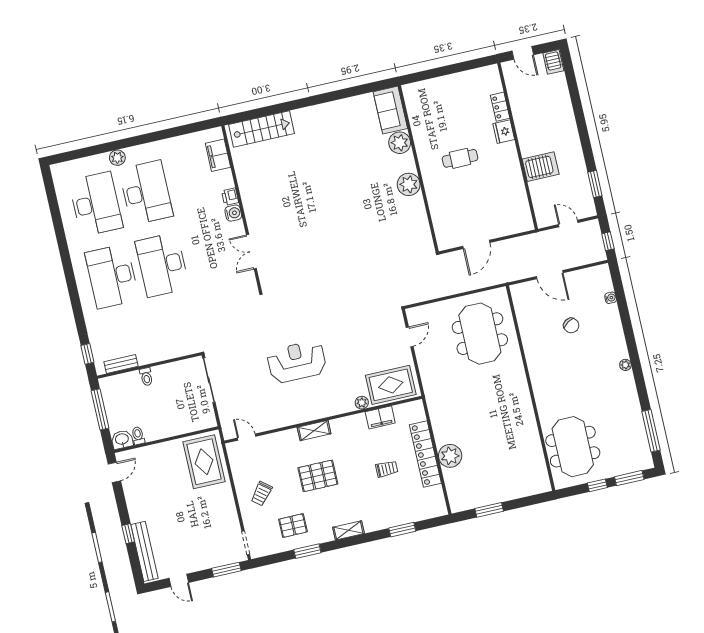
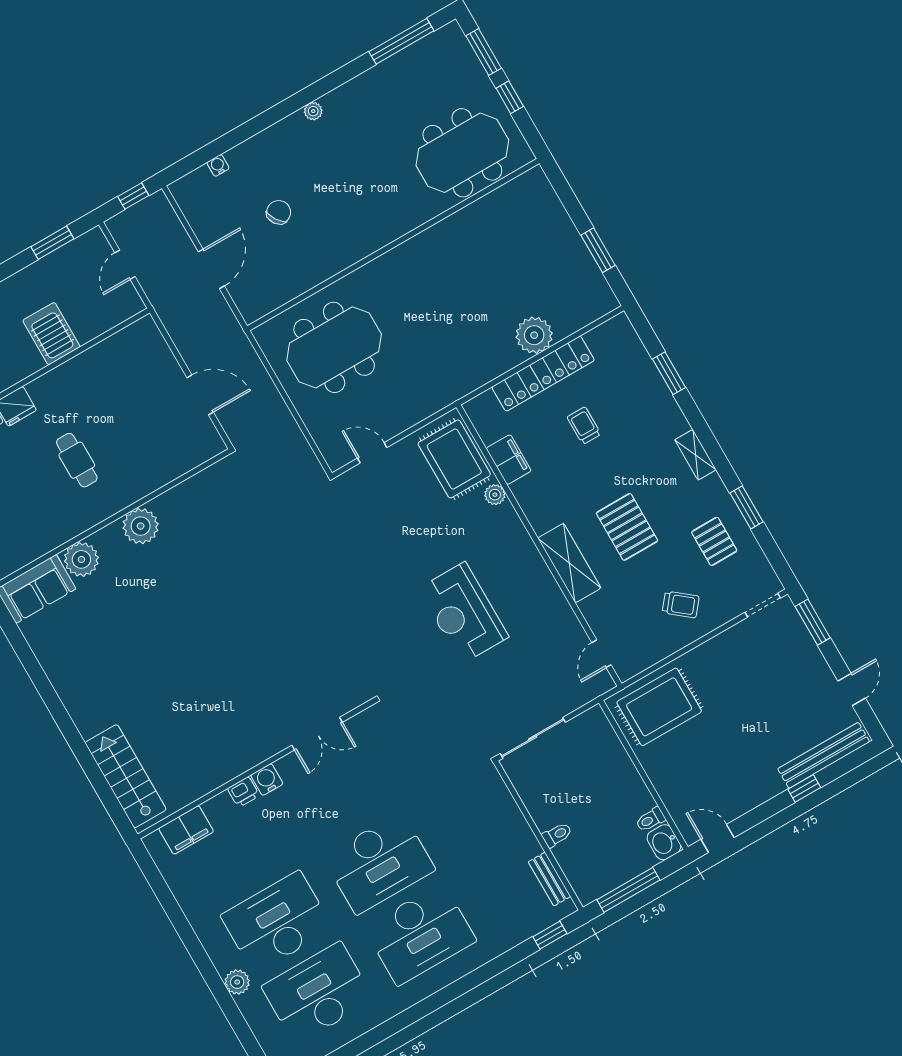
shelving: (314, 431) -> (569, 563), width x1.50, depth x1.33

